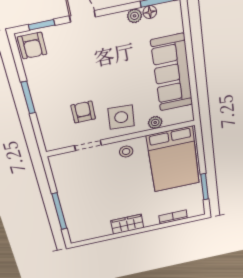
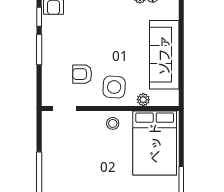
window: (19, 63) -> (39, 17), added
armchair: (83, 112) -> (82, 74), turned -90
doorway: (88, 145) -> (65, 108), moved

